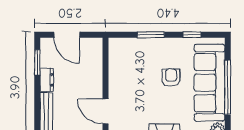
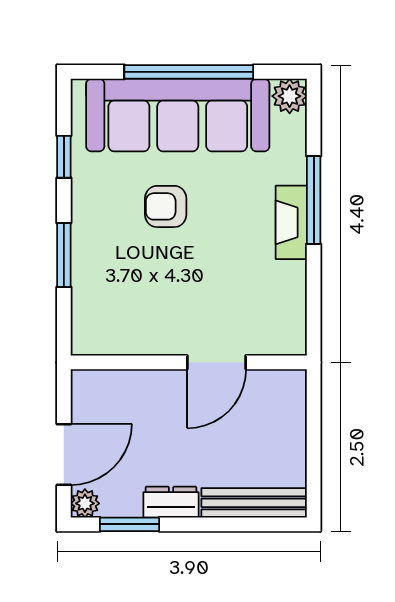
plant: (46, 44) -> (85, 503), added
door: (106, 111) -> (217, 362), moved

